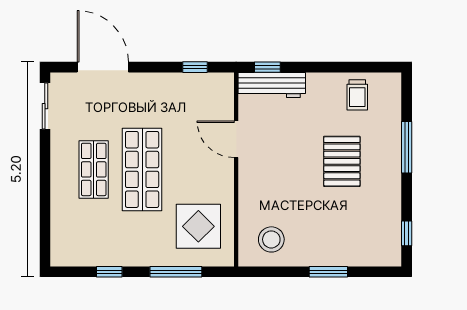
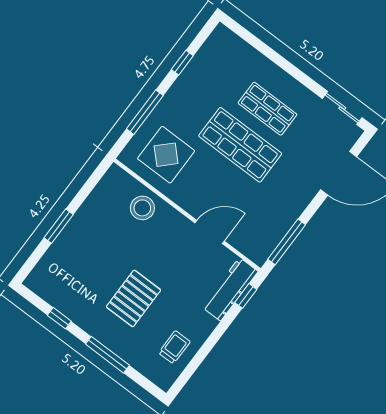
window: (195, 67) -> (287, 242), width x2.17
trolley: (357, 95) -> (174, 347), turned 90
pallet: (342, 161) -> (134, 298), turned 90
window: (407, 233) -> (59, 318), moved
stool: (271, 239) -> (142, 208), moved

